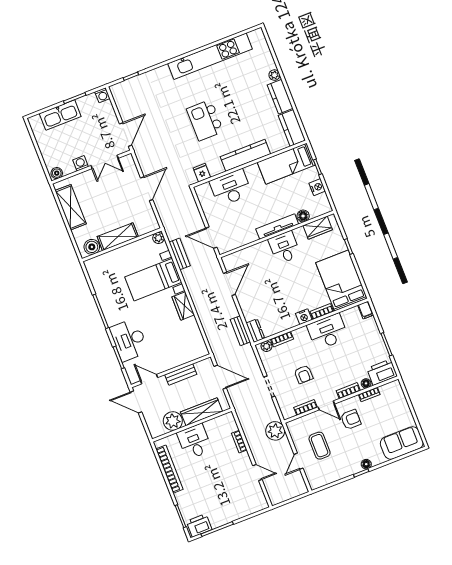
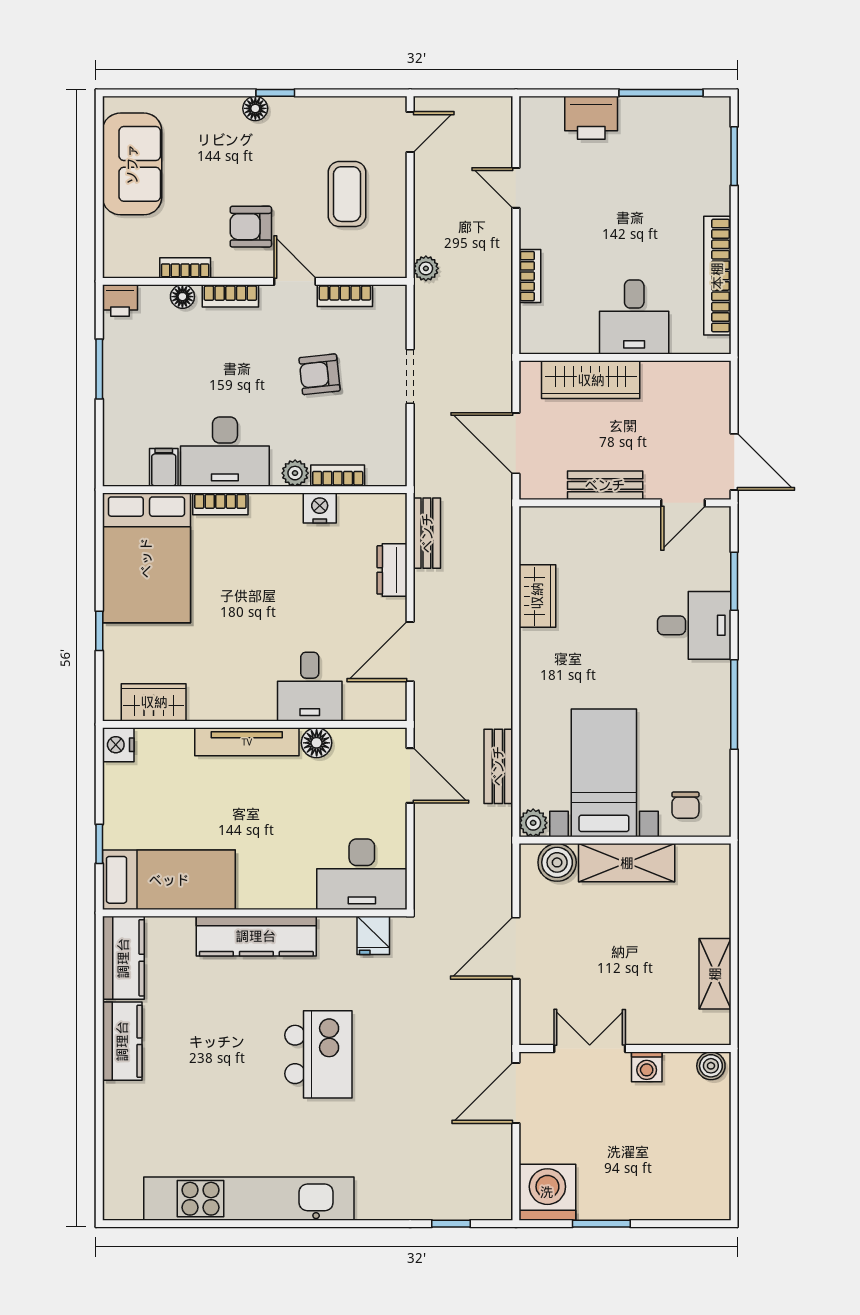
plant: (274, 75) -> (116, 1096), removed
washing machine: (102, 95) -> (547, 1192), width x1.89, depth x1.89
kitchen sink: (60, 115) -> (650, 1198), removed
nightstand: (317, 187) -> (118, 745), moved
desk: (231, 188) -> (362, 874), moved
shelving: (71, 207) -> (715, 974), width x0.67, depth x0.75
floor lamp: (303, 216) -> (317, 743), moved
boiler: (92, 247) -> (557, 862), moved
desk: (284, 247) -> (310, 687), moved
chair: (104, 267) -> (685, 805), added
bed with nightstands: (153, 280) -> (604, 773), moved, turned -90
wardrobe: (183, 306) -> (537, 596), moved
filing cabinet: (366, 310) -> (164, 467), moved
nightstand: (304, 317) -> (320, 508), moved
dresser: (255, 331) -> (392, 570), moved
desk: (129, 340) -> (694, 625), width x0.73
plant: (266, 346) -> (295, 473), moved
printer: (382, 372) -> (120, 300), width x0.53, depth x0.68
armchair: (304, 374) -> (320, 374), turned -96
door: (149, 379) -> (683, 503), hinge flipped
plant: (173, 421) -> (666, 384), removed
plant: (275, 431) -> (426, 268), width x0.53, depth x0.53
sofa: (402, 443) -> (132, 164), moved, turned -90
door: (299, 461) -> (410, 132), moved
printer: (199, 525) -> (591, 118), moved

